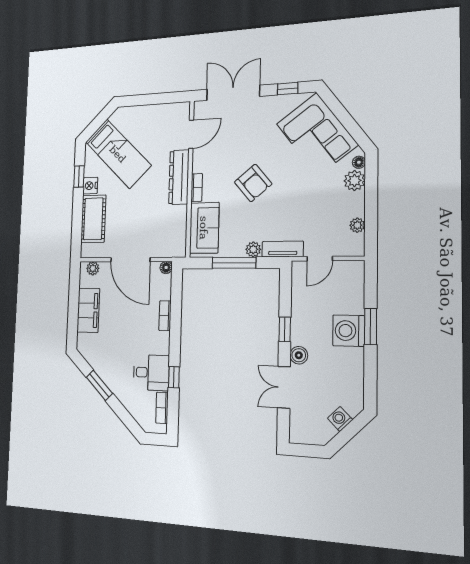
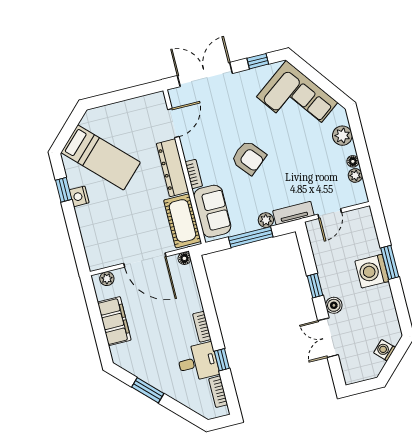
floor lamp: (359, 162) -> (353, 161), moved
cot: (93, 219) -> (182, 221), moved
bookcase: (165, 316) -> (202, 327), moved

